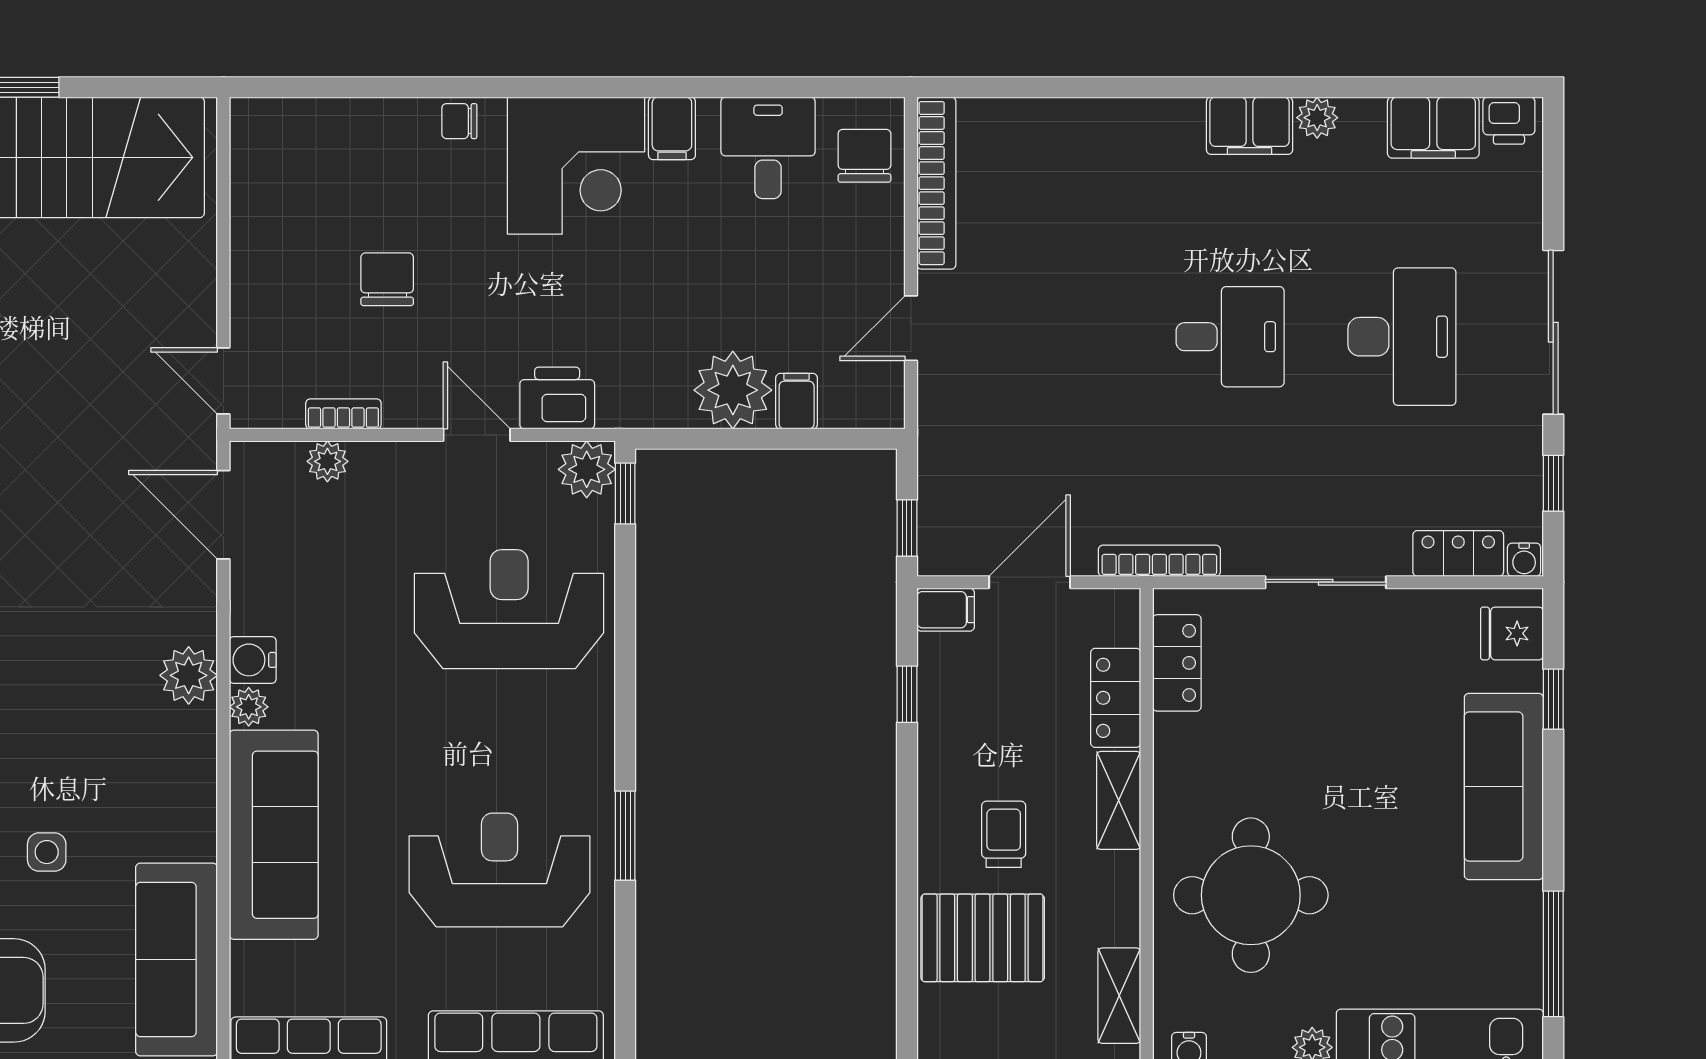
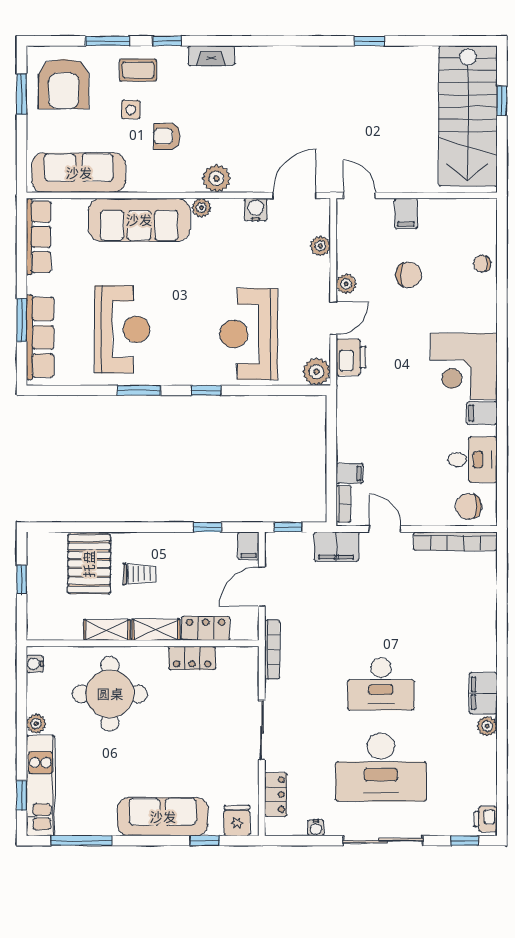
chair: (459, 121) -> (482, 264), moved, turned -90
filing cabinet: (1433, 128) -> (336, 547), moved, turned -90
chair: (864, 156) -> (469, 506), turned 180
filing cabinet: (261, 285) -> (406, 213), added
desk: (1230, 337) -> (381, 684), width x1.37
desk: (1402, 337) -> (381, 767), width x1.36, depth x1.30
door: (223, 381) -> (359, 195), hinge flipped
plant: (733, 390) -> (346, 284), moved, width x0.53, depth x0.53
bookcase: (343, 414) -> (343, 504), moved
window: (1553, 483) -> (464, 841), moved
window: (625, 494) -> (206, 390), moved
water cooler: (1524, 560) -> (316, 828), moved, turned -90
door: (1030, 582) -> (262, 587), swing flipped
reception desk: (509, 609) -> (249, 334), turned 180
water cooler: (253, 660) -> (256, 210), moved
locker: (1177, 663) -> (192, 658), moved
armchair: (102, 778) -> (167, 136), added
shelving: (1119, 996) -> (107, 630), moved

